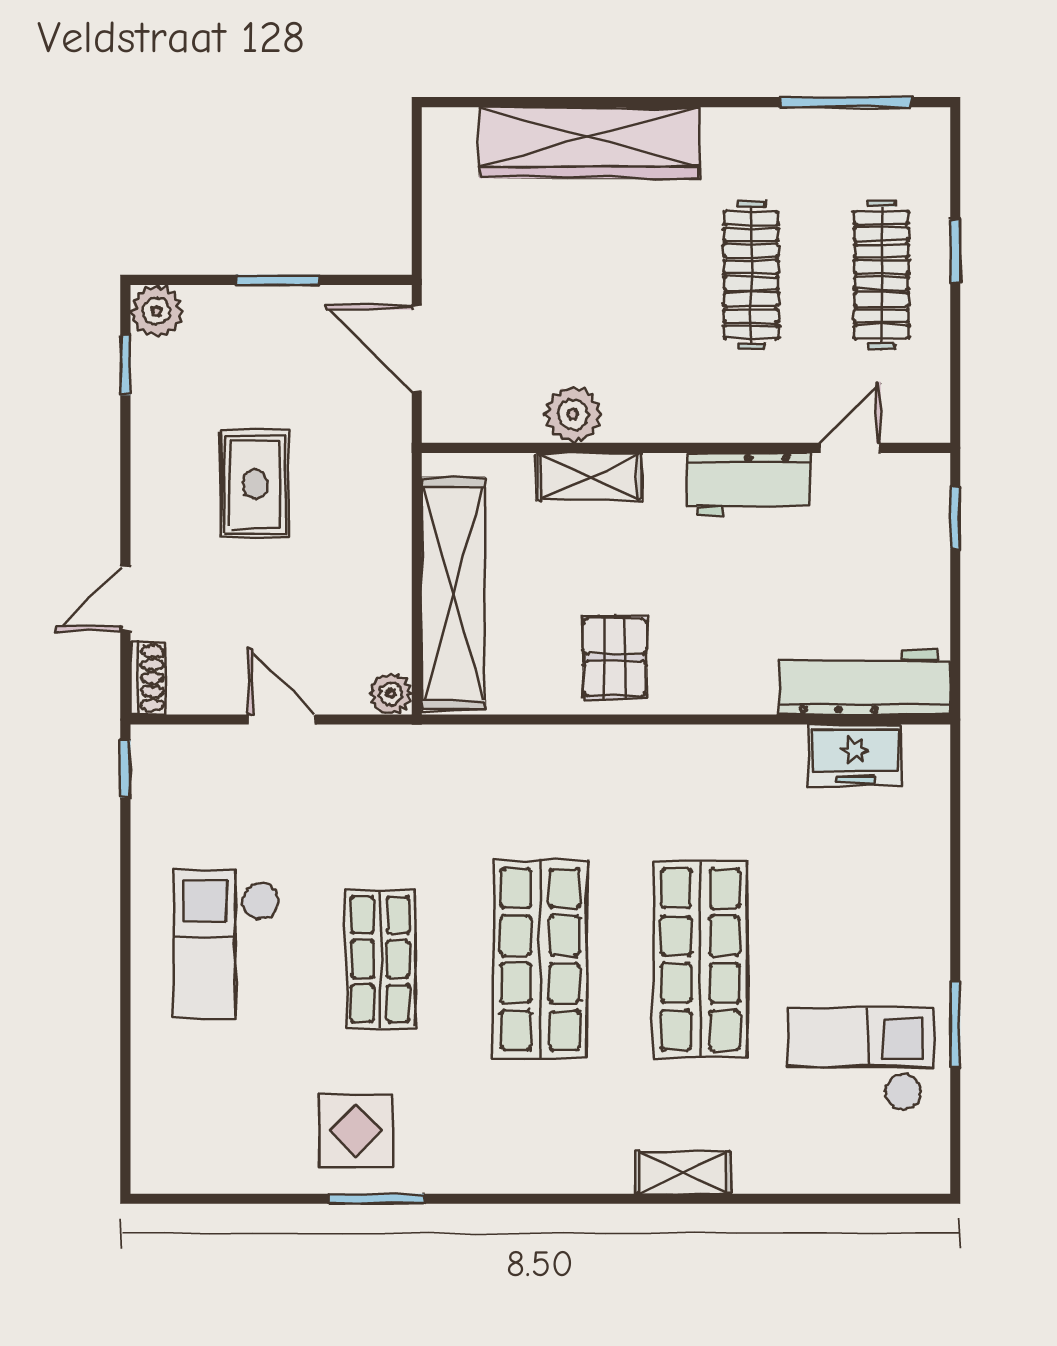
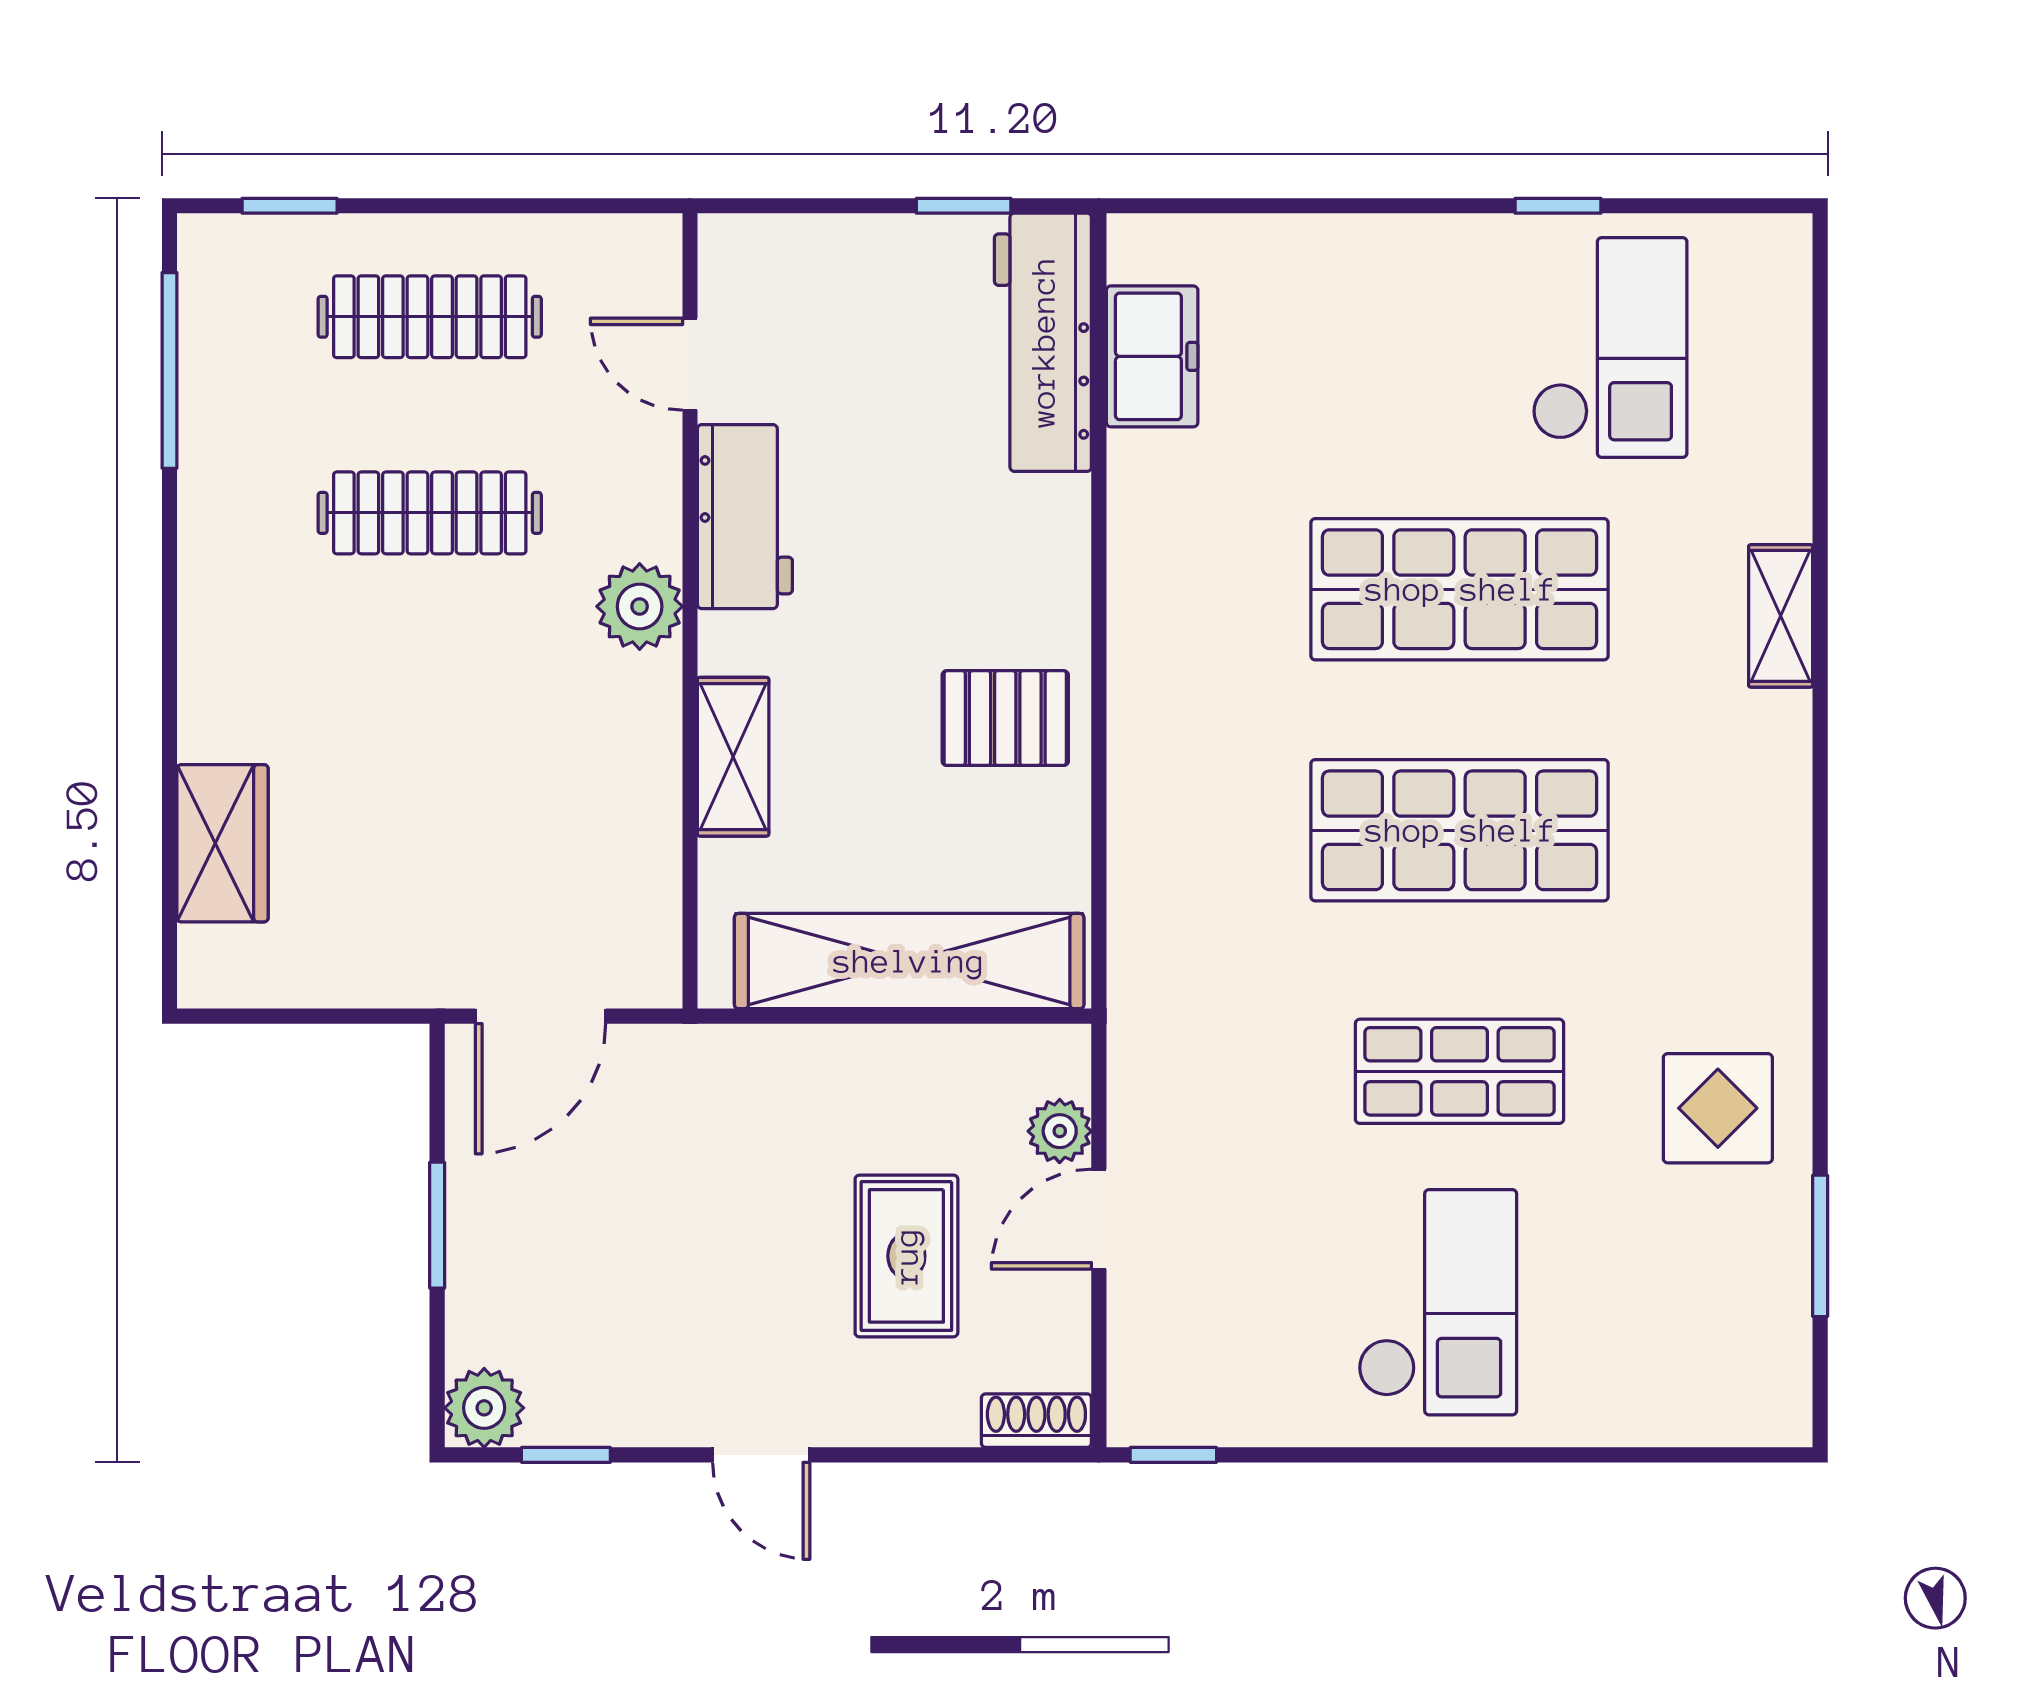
wardrobe: (589, 143) -> (223, 843), width x0.48, depth x0.85
window: (955, 251) -> (290, 206), moved
plant: (573, 414) -> (640, 606), moved
rug: (255, 484) -> (906, 1256), moved, turned 90
window: (955, 518) -> (964, 206), moved
door: (125, 599) -> (761, 1455), moved
plant: (391, 694) -> (1060, 1131), moved
checkout: (227, 944) -> (1437, 1302), turned -90
window: (955, 1025) -> (1558, 206), width x0.67
checkout: (861, 1059) -> (1610, 348), turned 180
window: (377, 1199) -> (1820, 1246), moved

